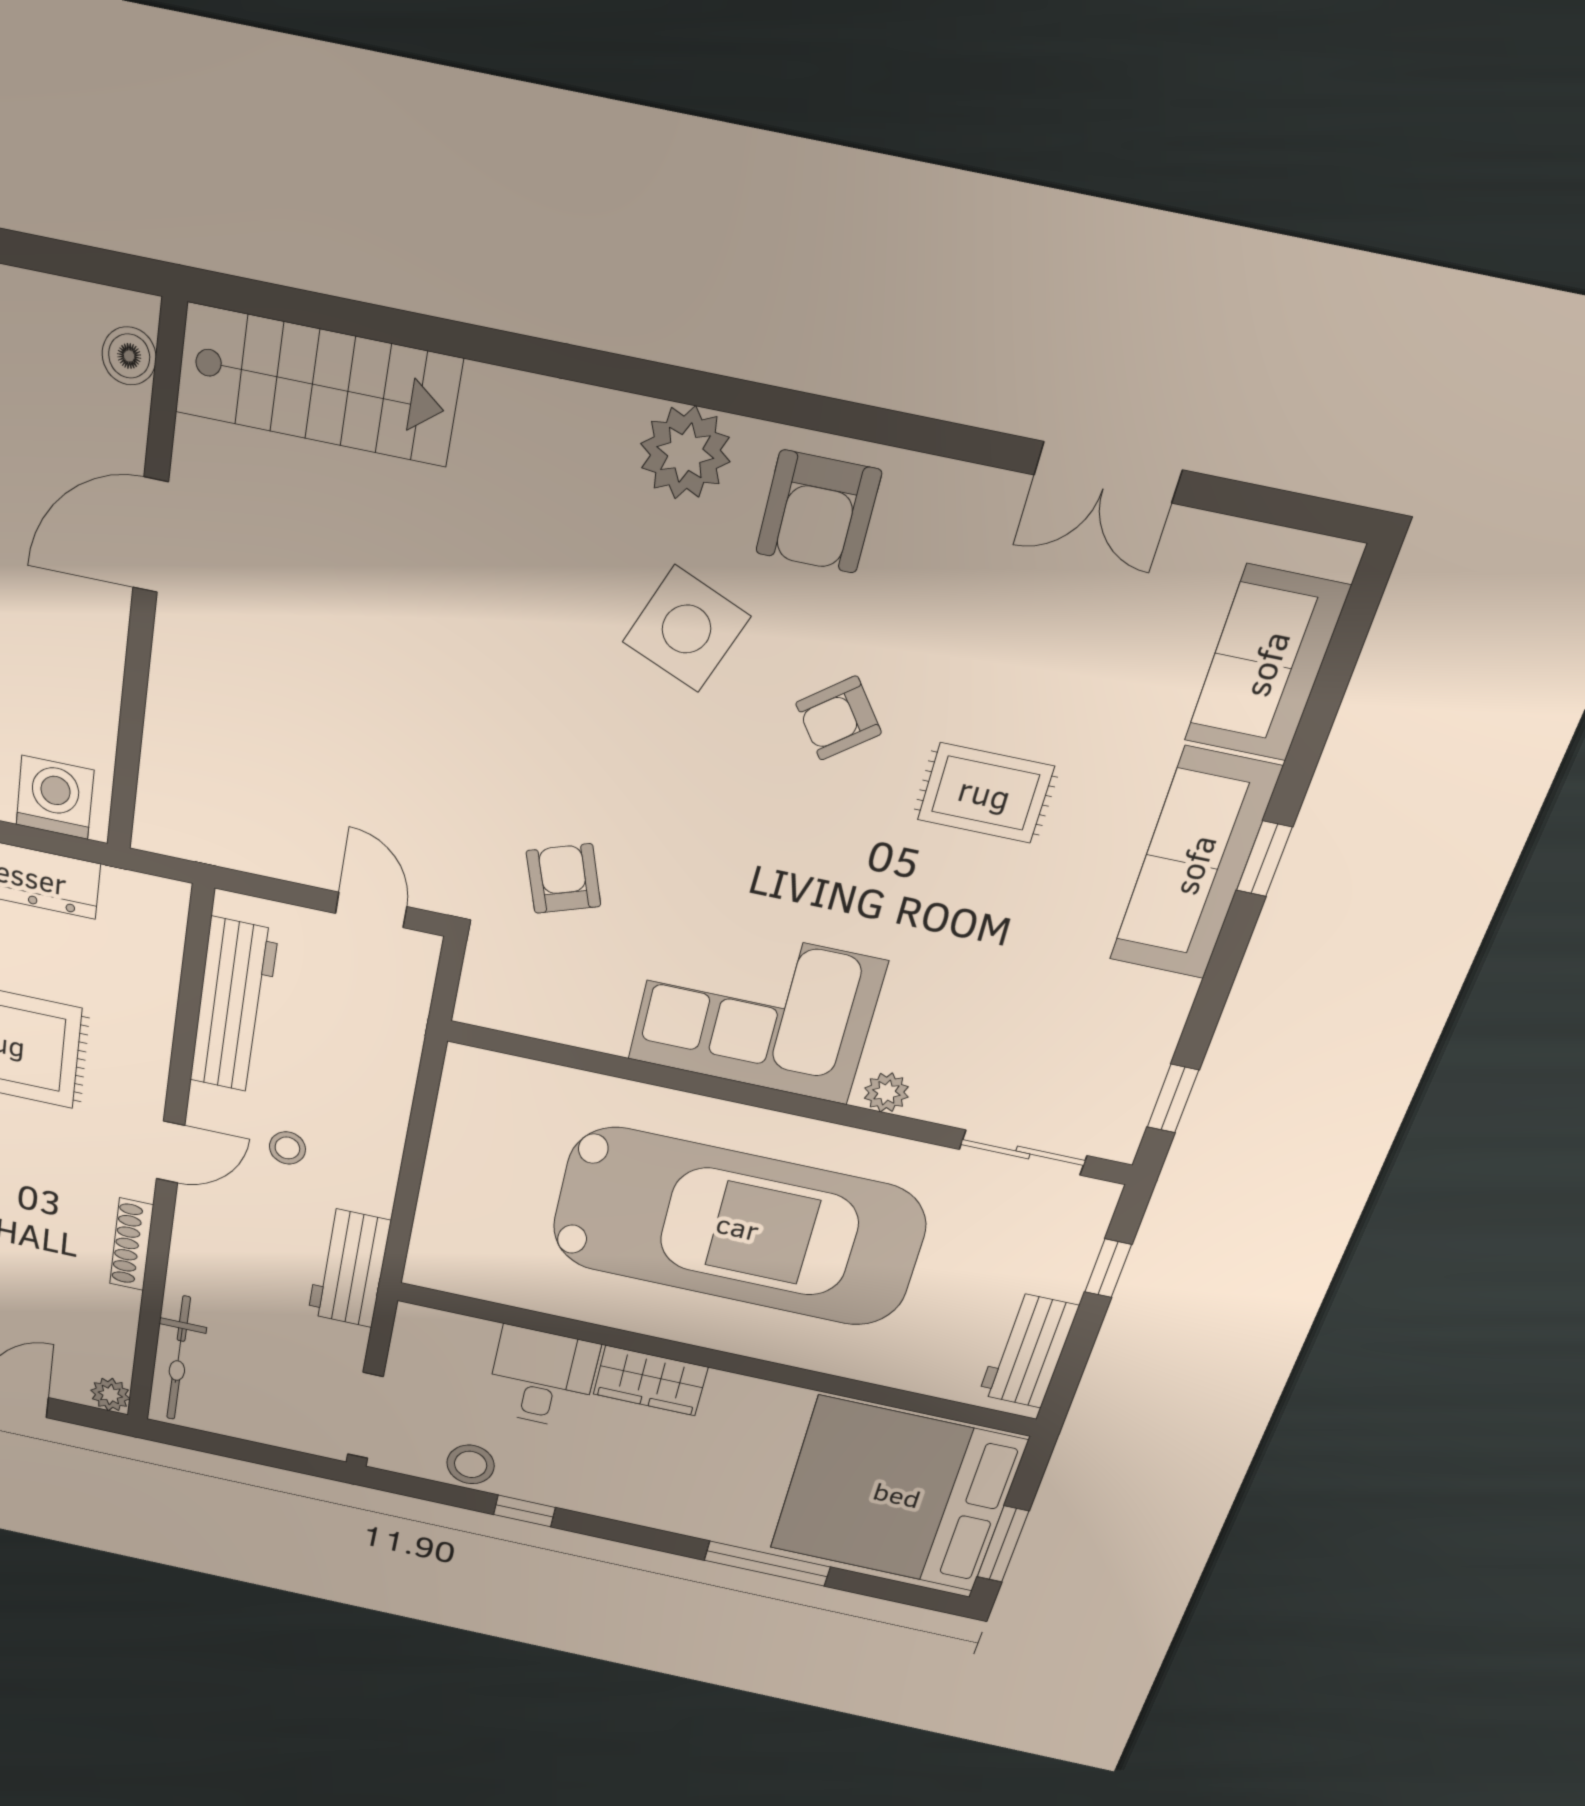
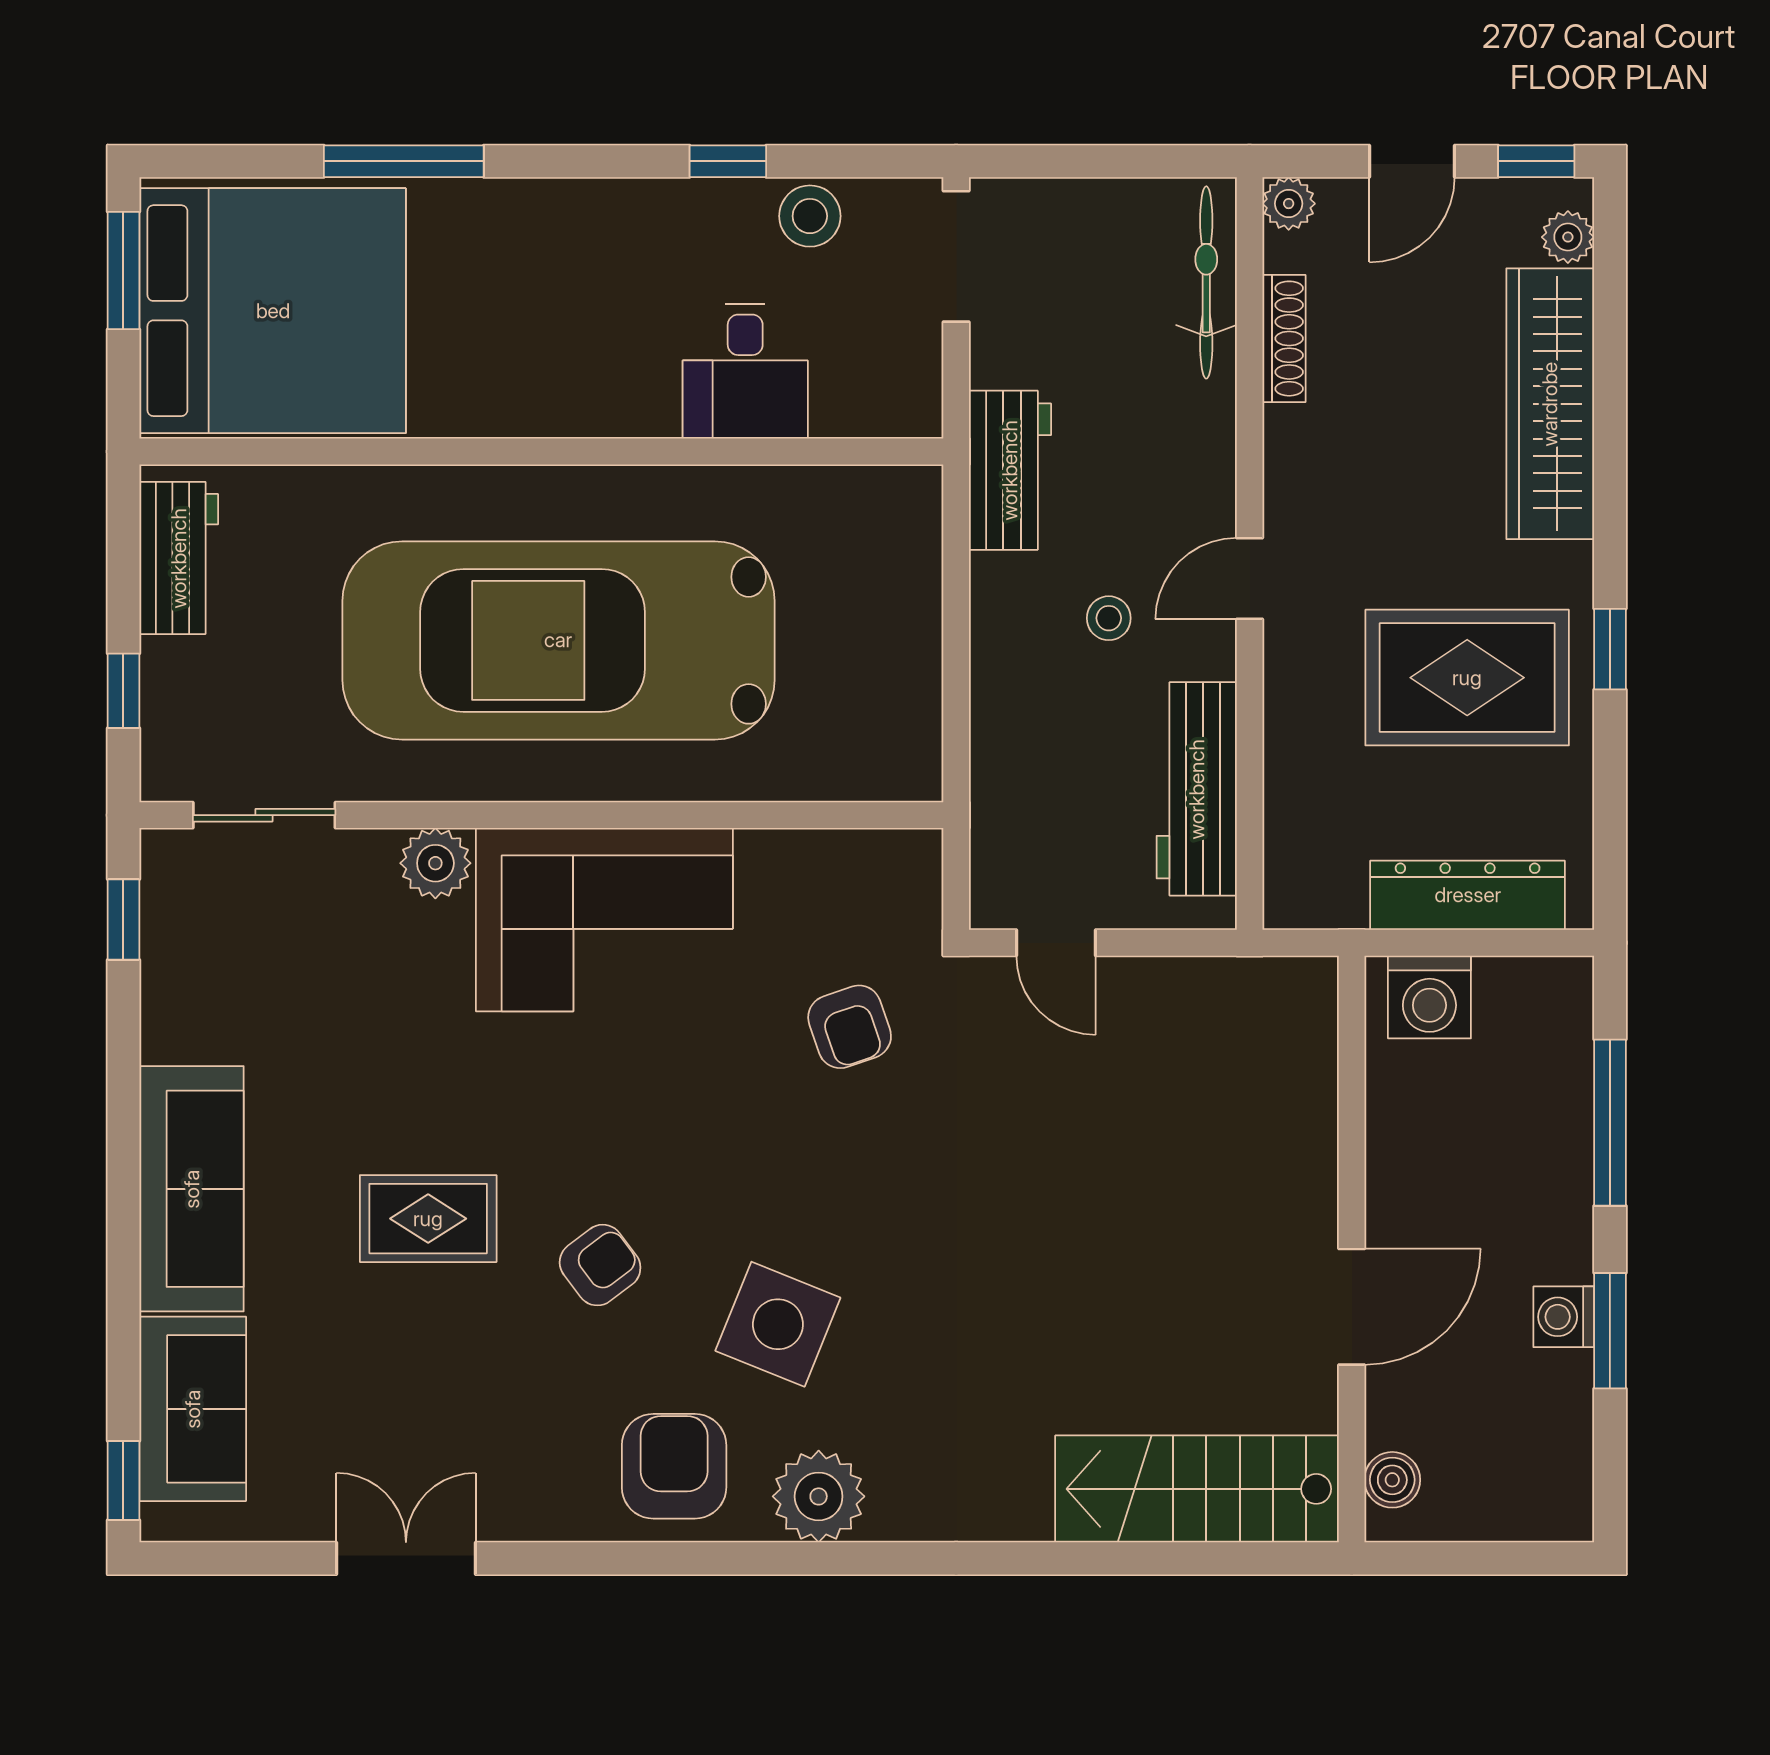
window: (1264, 859) -> (123, 1480), moved
plant: (886, 1092) -> (435, 863), width x1.38, depth x1.38
shoe rack: (132, 1244) -> (1284, 339), moved
wardrobe: (650, 1381) -> (612, 401), removed

